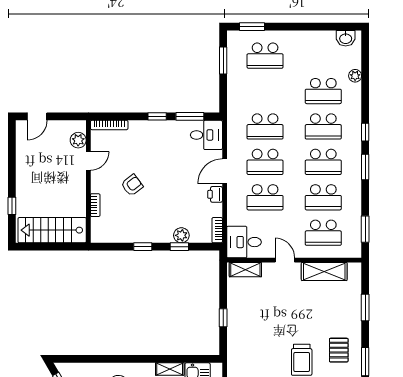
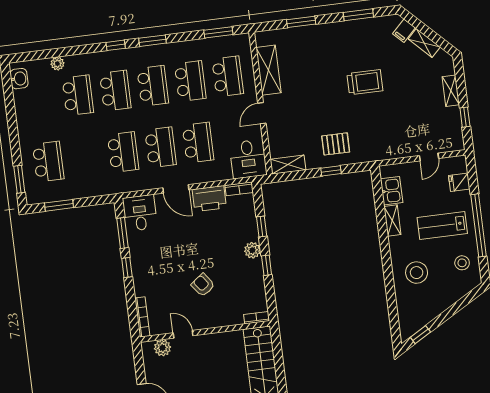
printer: (215, 194) -> (209, 199), width x1.87, depth x1.48
bookcase: (95, 205) -> (256, 318), moved
plant: (181, 235) -> (252, 250), moved
shelving: (245, 270) -> (288, 165), moved, turned 90
pallet: (339, 350) -> (336, 144), moved

